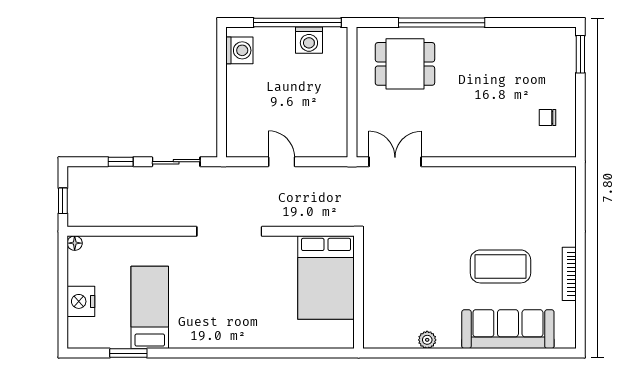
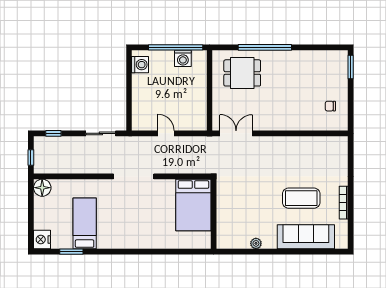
window: (121, 162) -> (53, 133), moved
floor lamp: (75, 243) -> (42, 188), width x1.89, depth x1.89
nightstand: (81, 301) -> (42, 240), moved

